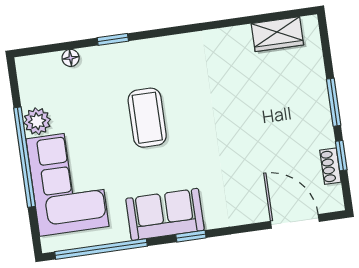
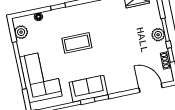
plant: (318, 112) -> (158, 35), added
coffee table: (147, 118) -> (77, 43), turned 90
plant: (37, 121) -> (21, 32), moved

